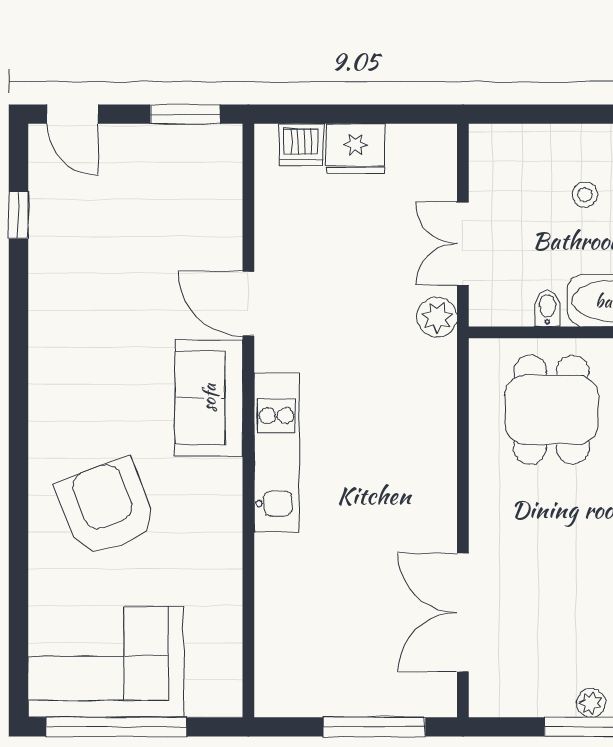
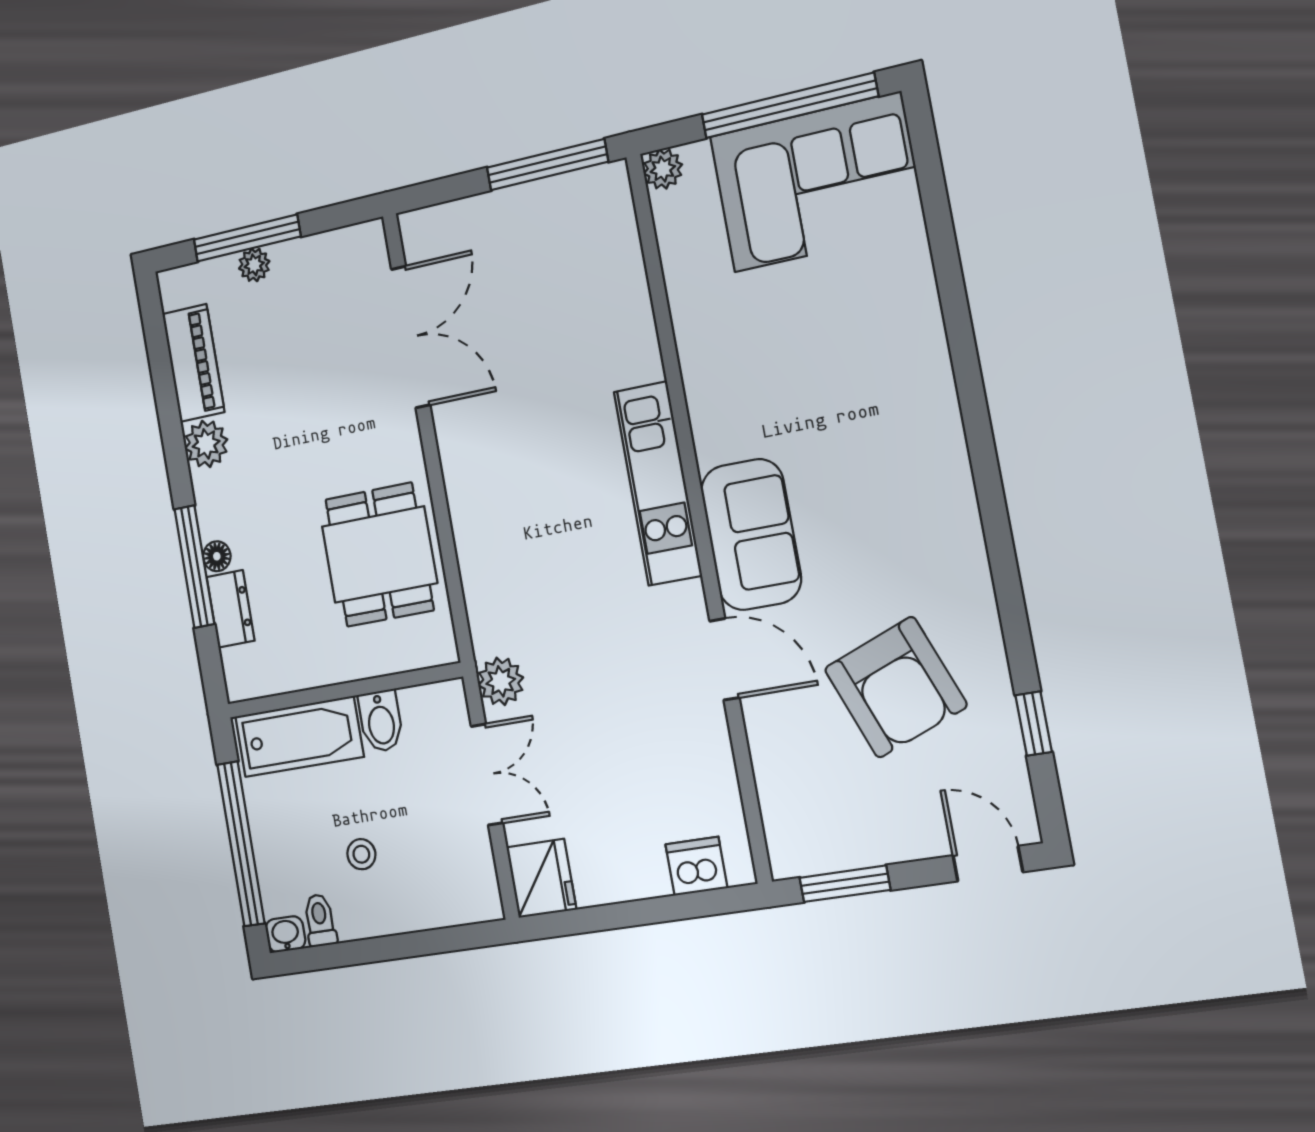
fridge: (356, 149) -> (541, 878), moved, turned 90
bidet: (547, 308) -> (381, 721), width x1.38, depth x1.36
dining table: (551, 410) -> (379, 555), moved
armchair: (106, 507) -> (896, 687), moved
plant: (226, 701) -> (663, 169), added
window: (374, 727) -> (547, 165), moved

